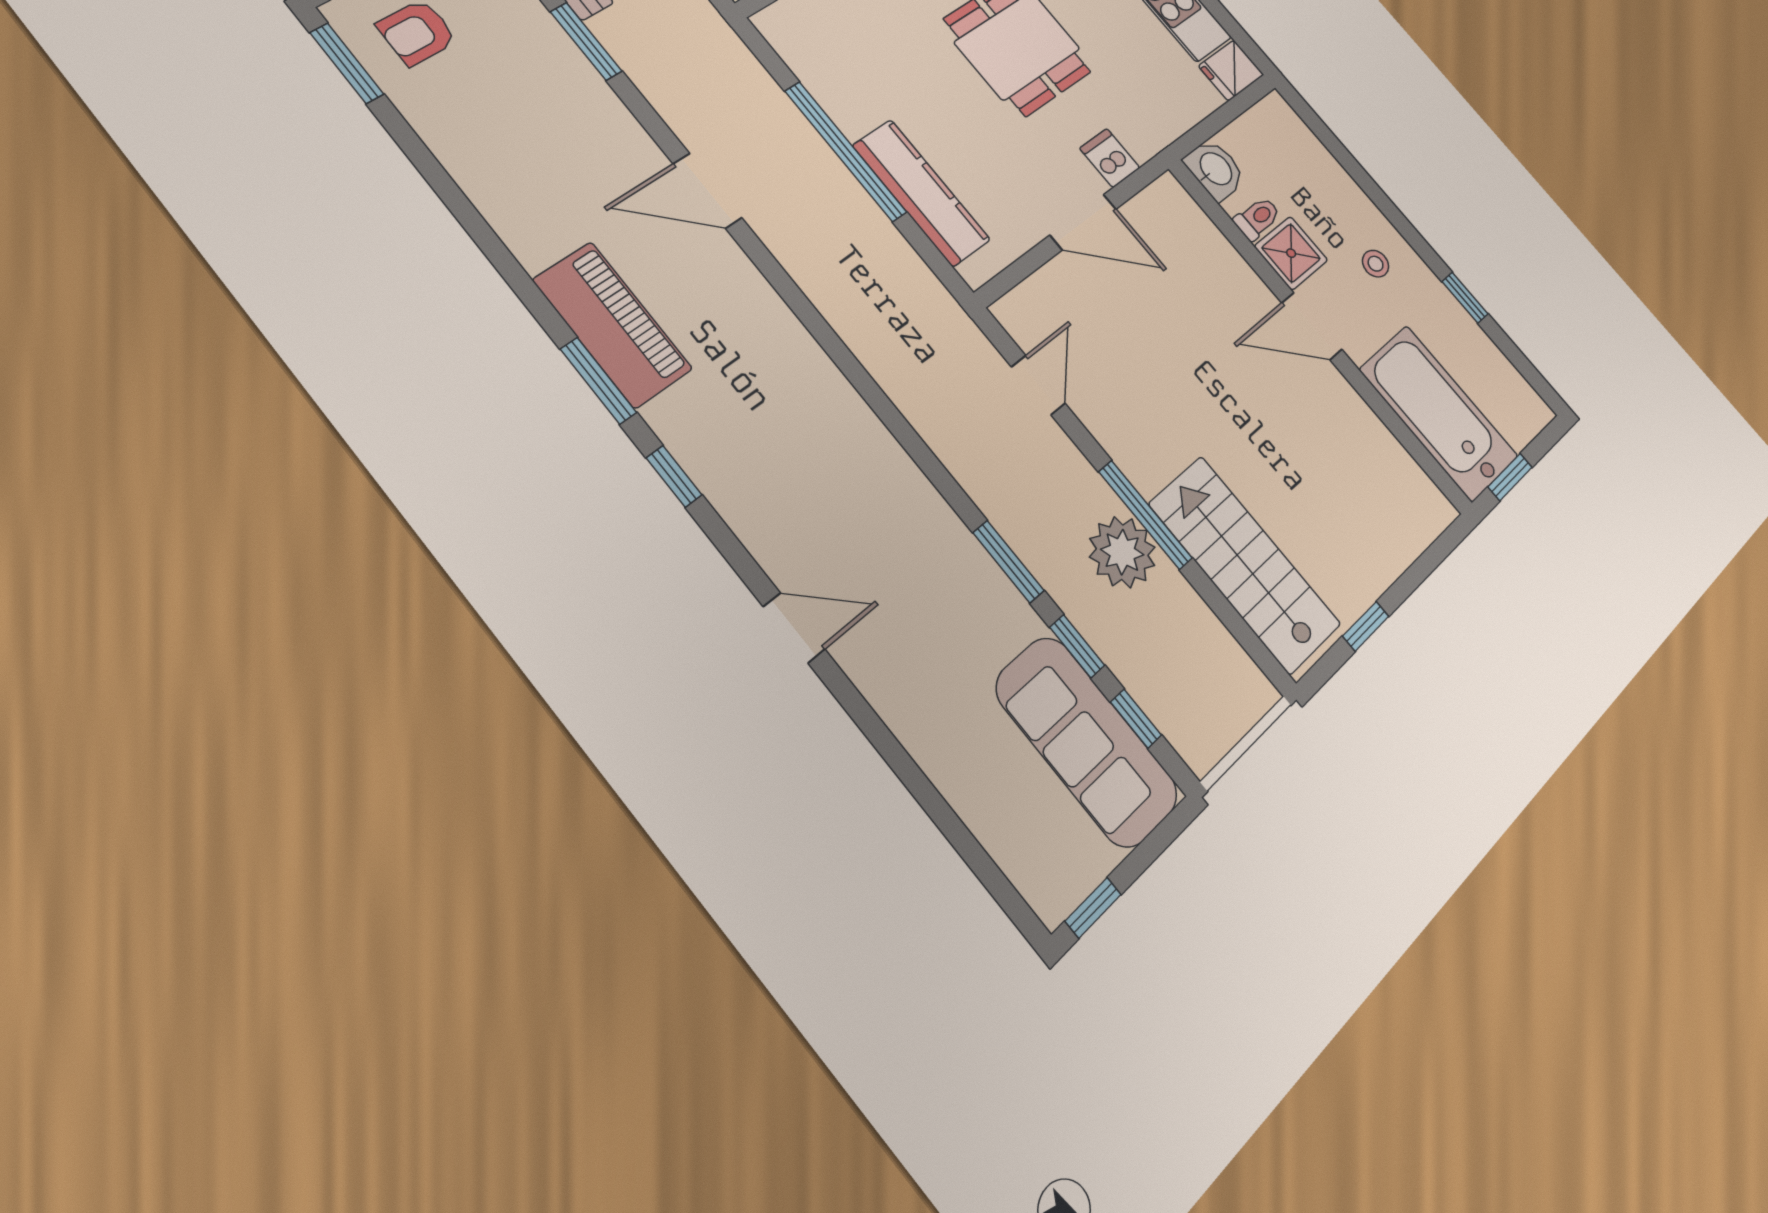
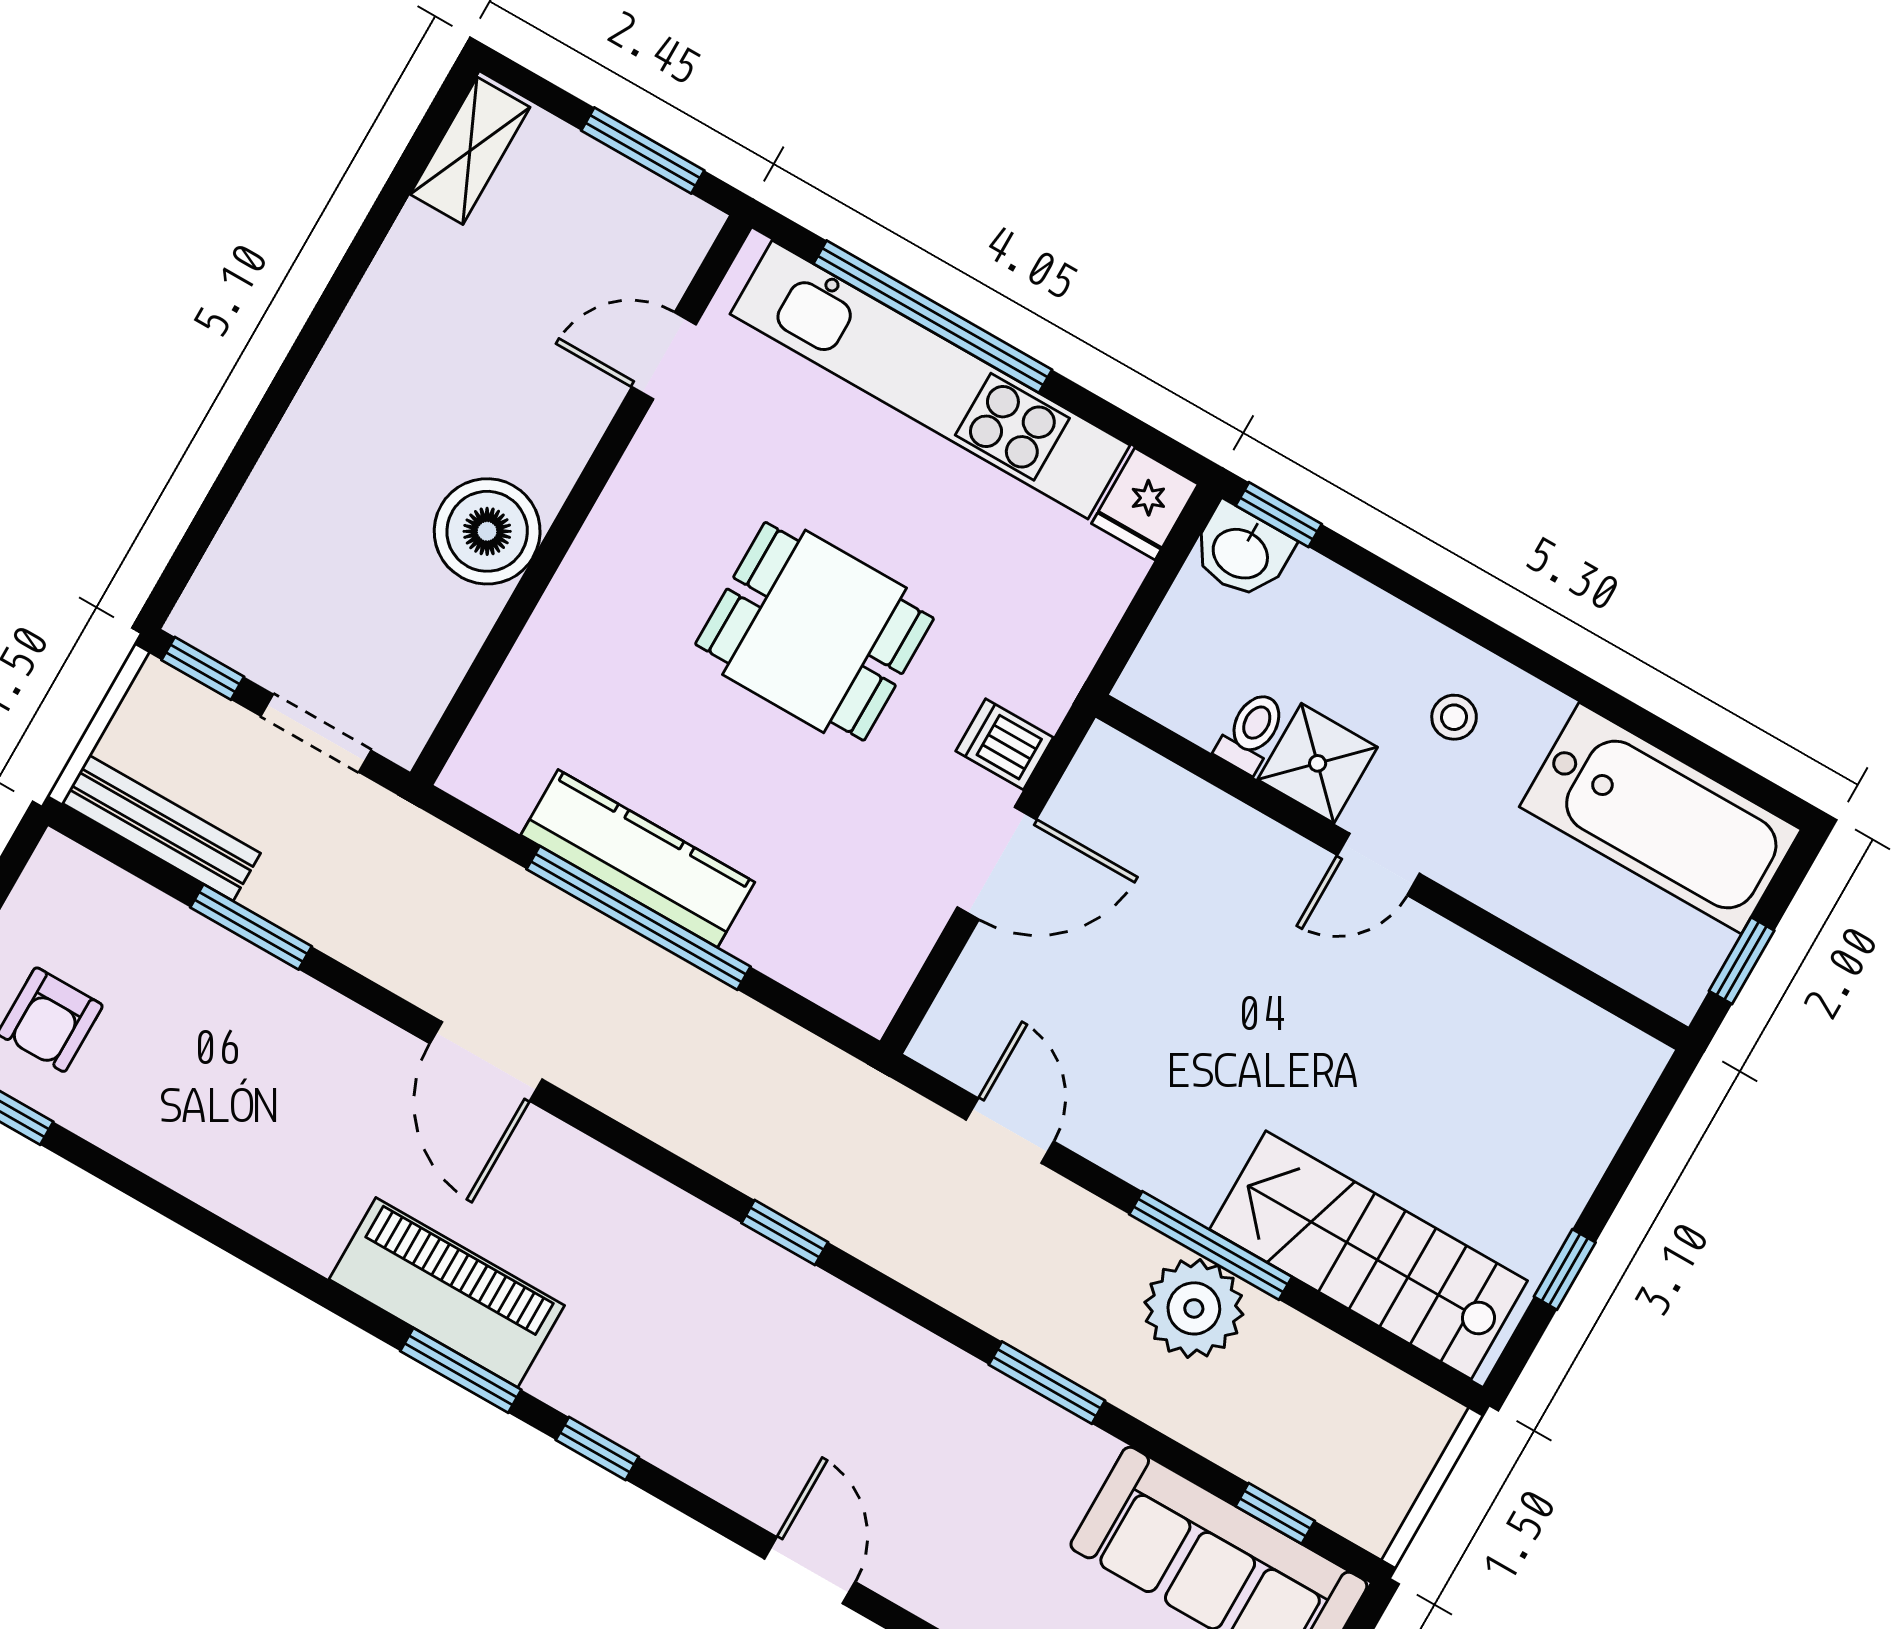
washbasin: (1215, 169) -> (1241, 552), moved, turned 180
door: (707, 191) -> (486, 1061), hinge flipped
kitchen counter: (921, 193) -> (638, 859), moved
window: (1465, 298) -> (1279, 515), moved
door: (1312, 326) -> (1378, 864), width x0.73
bathtub: (1439, 413) -> (1660, 818), moved, turned 180
door: (794, 628) -> (810, 1570), hinge flipped
window: (1077, 646) -> (785, 1233), moved

